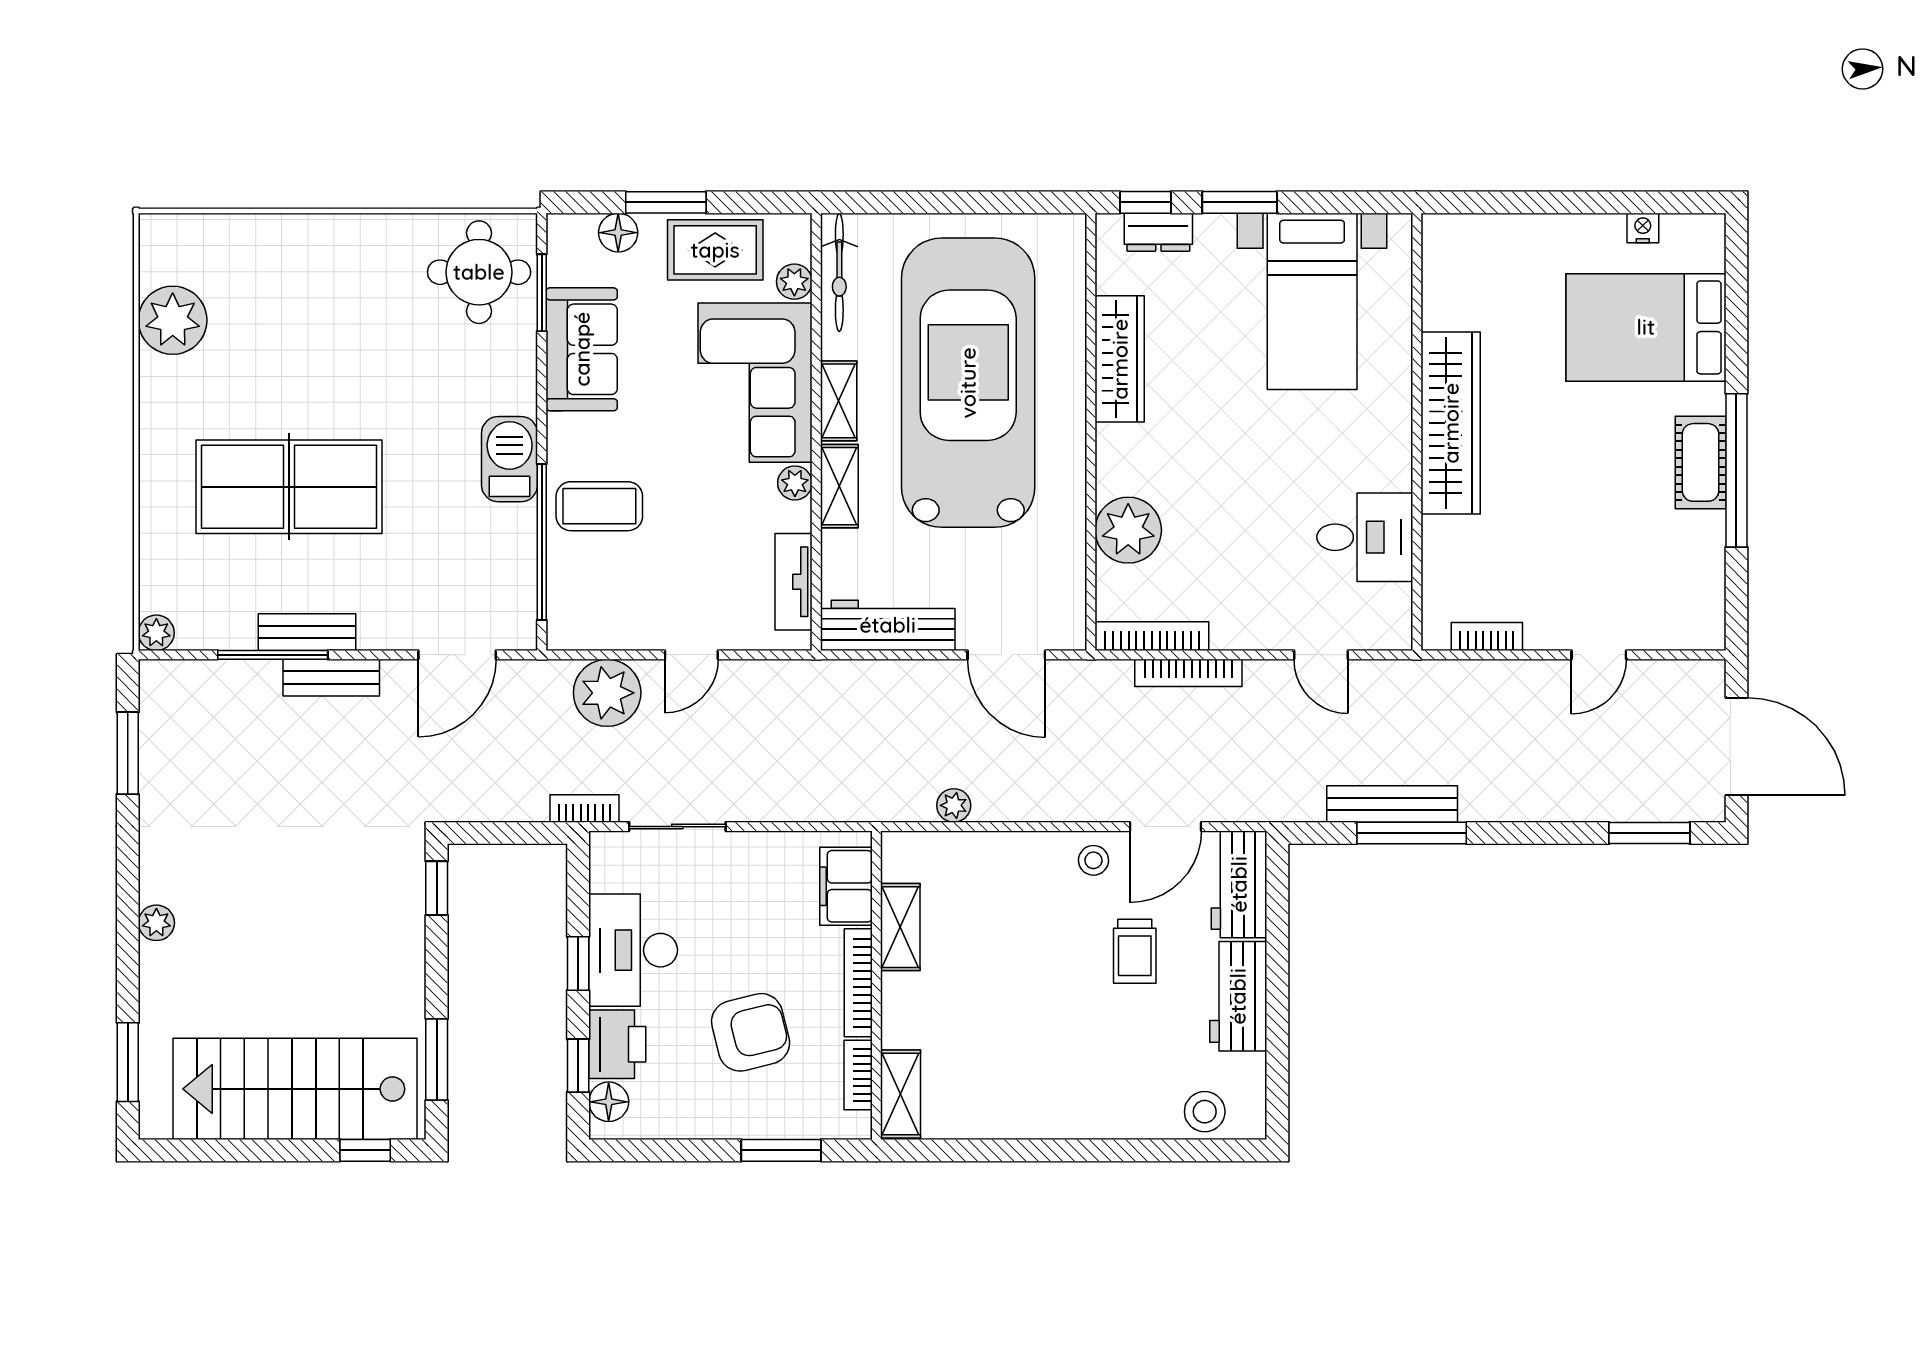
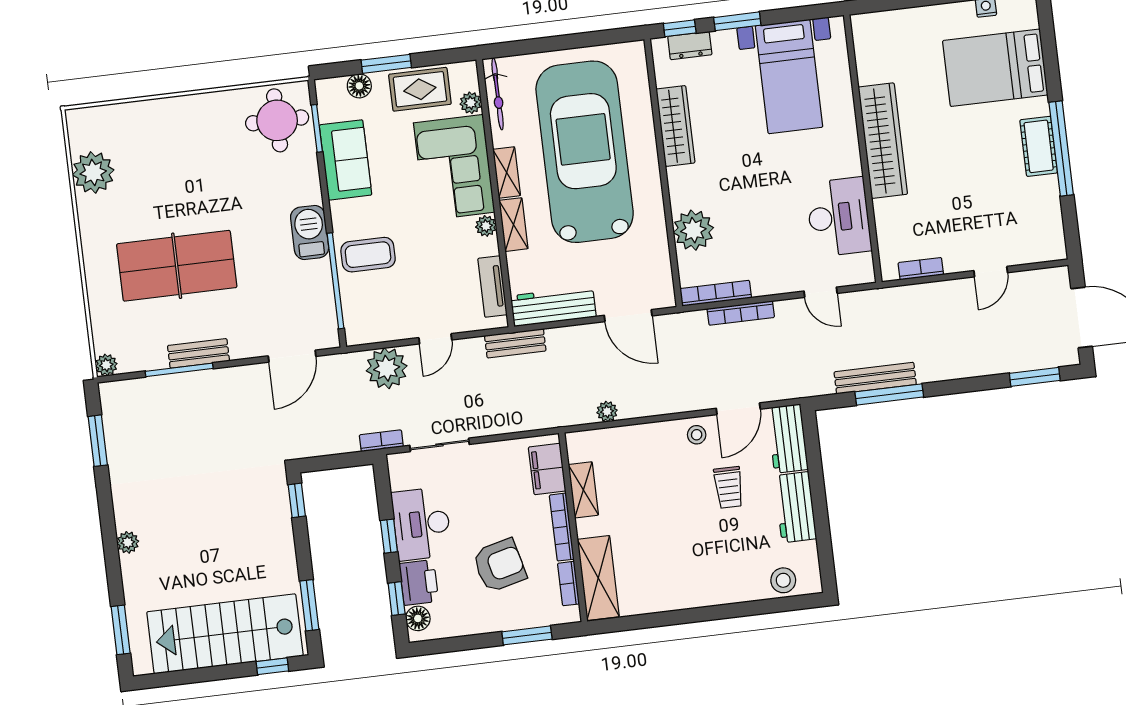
desk: (1365, 537) -> (839, 217), width x1.37
bench: (331, 678) -> (515, 343), moved
shelving: (901, 1094) -> (598, 578), width x1.50, depth x1.33

